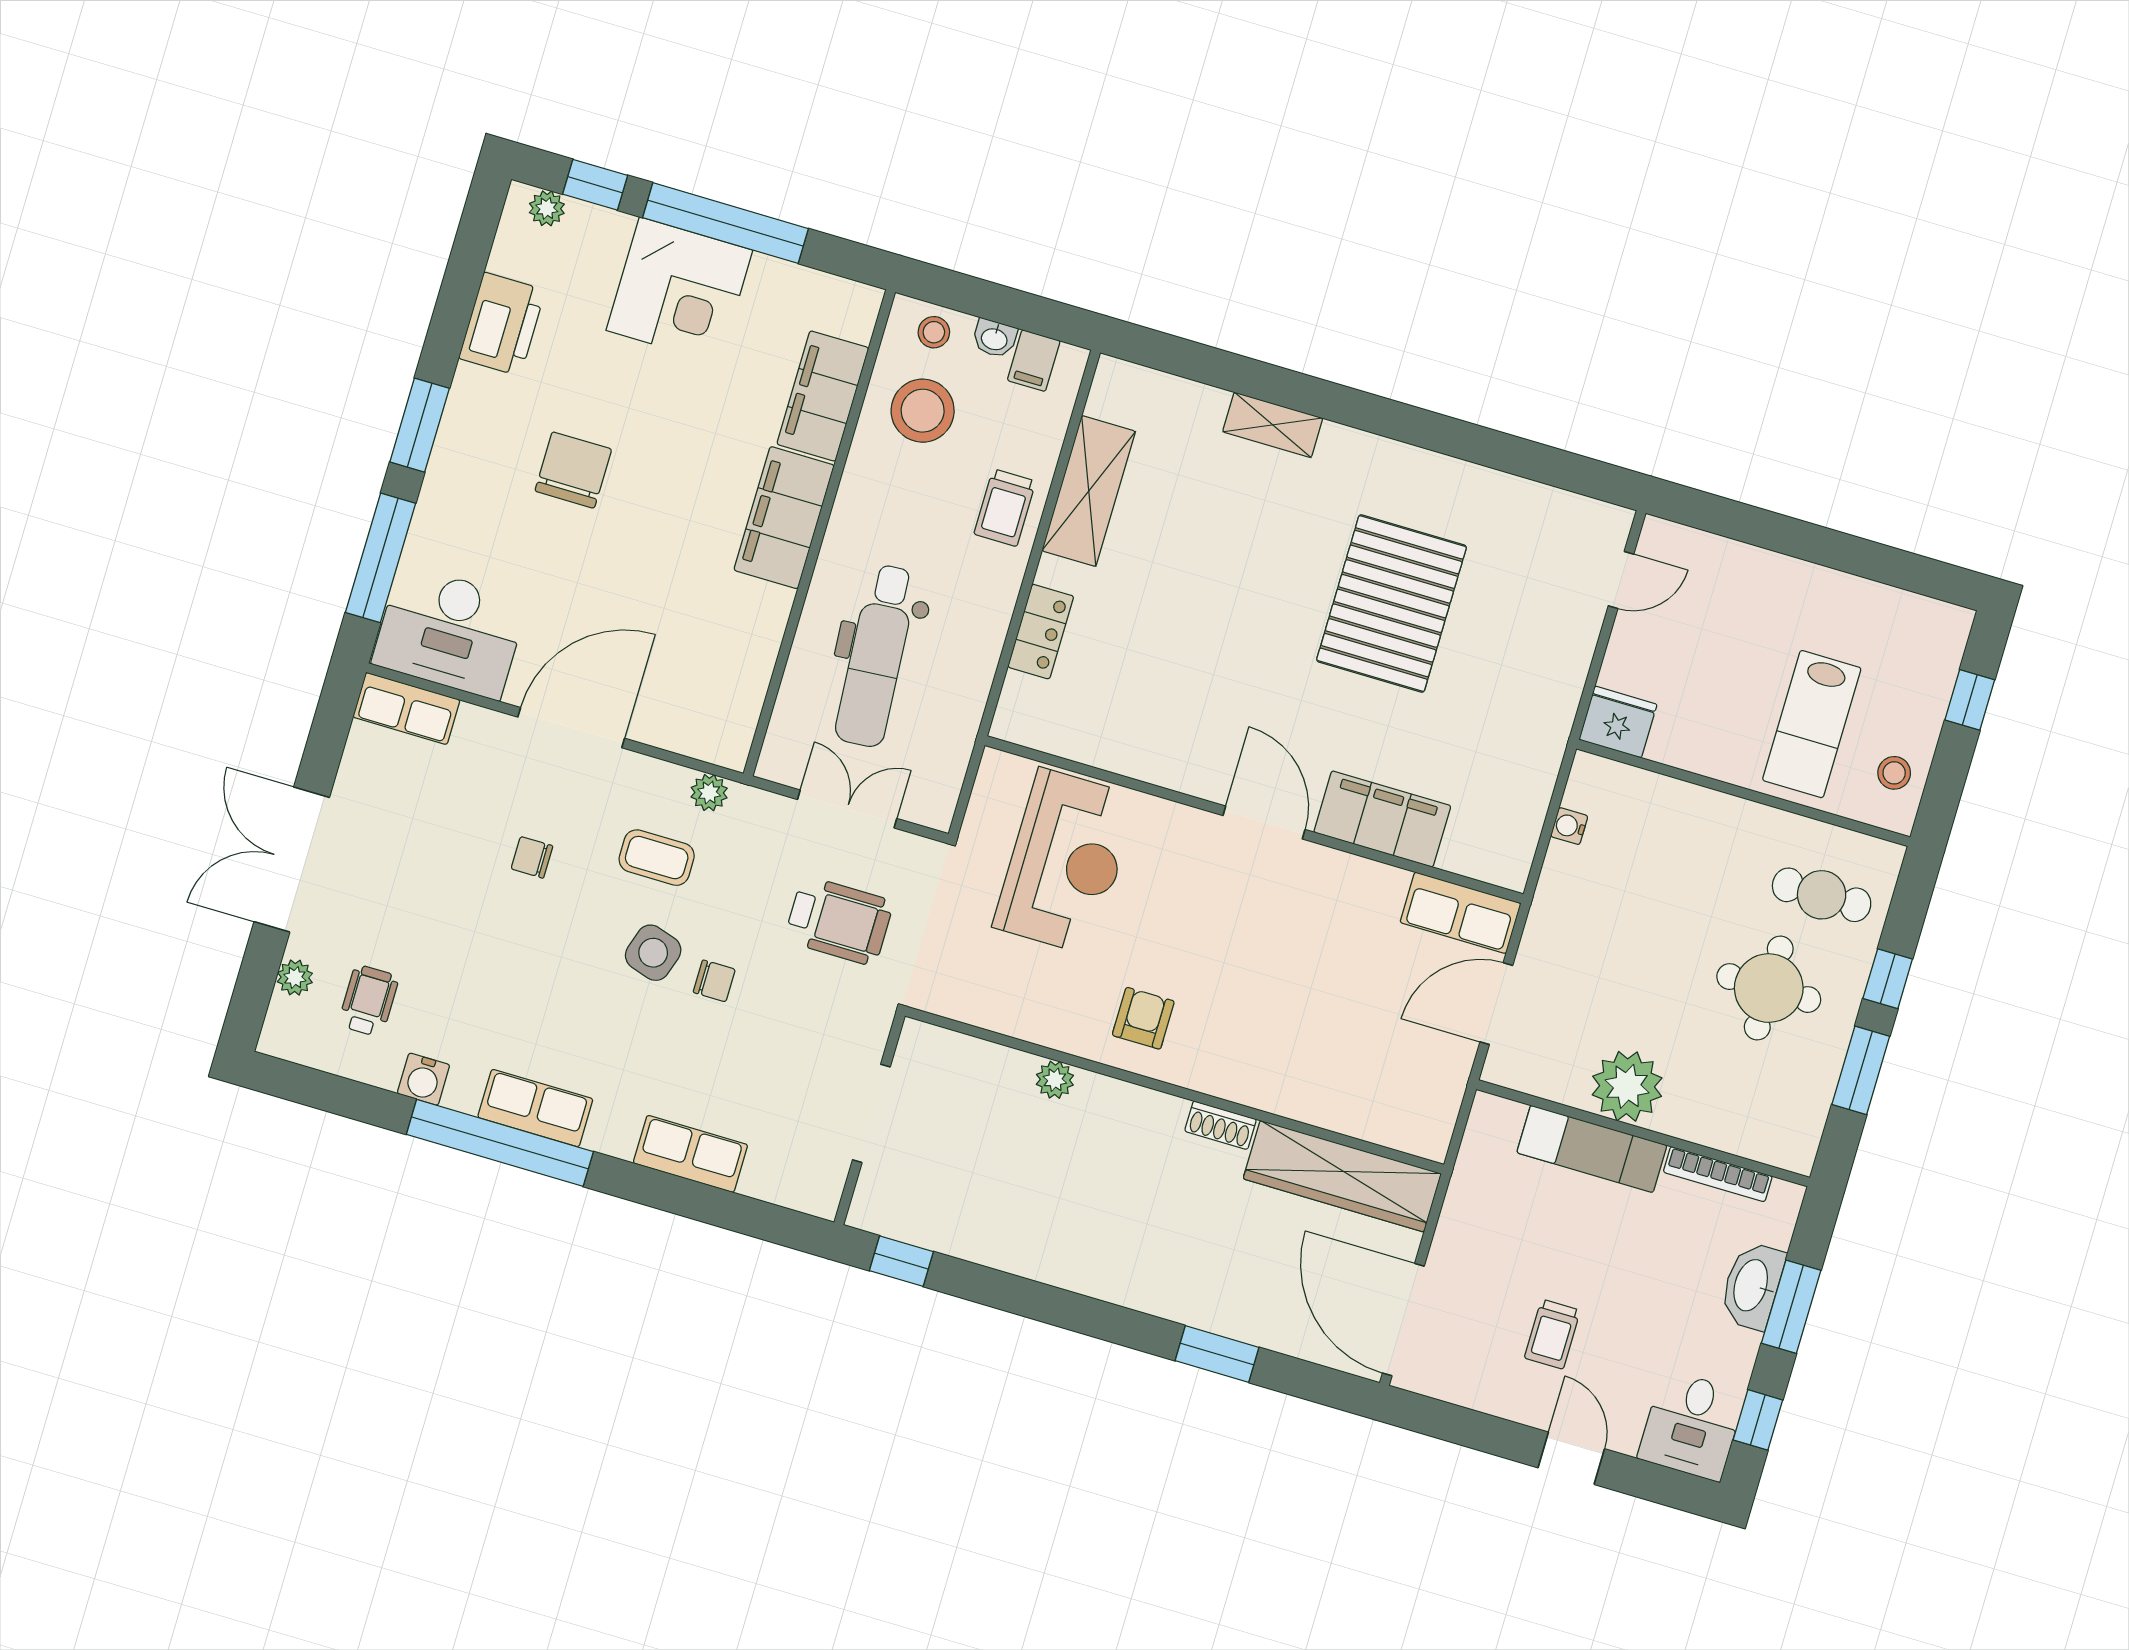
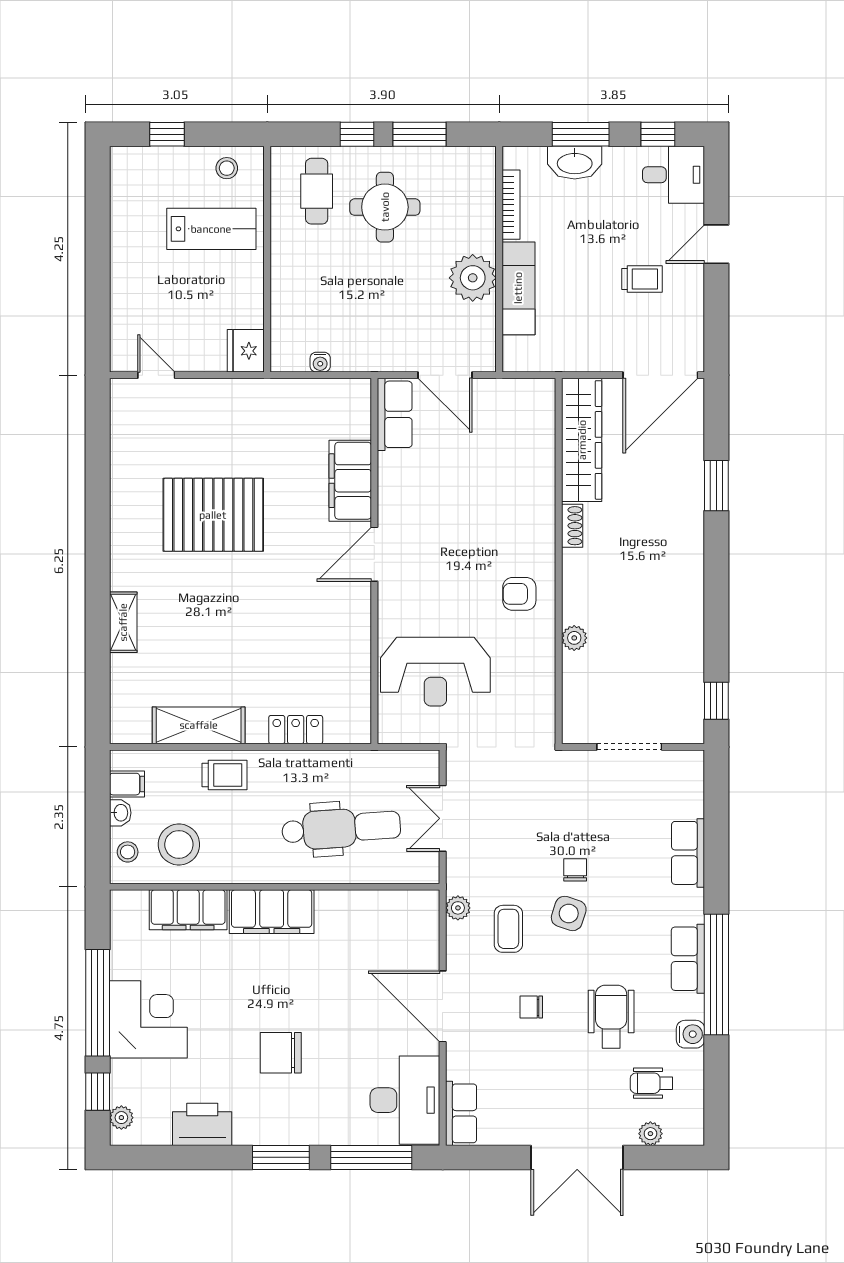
chair: (532, 857) -> (531, 1007), turned 90
reception desk: (1066, 862) -> (435, 672), turned 180
wheelchair: (839, 921) -> (611, 1017), moved

